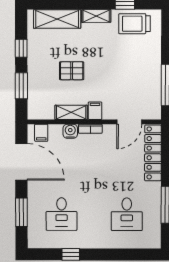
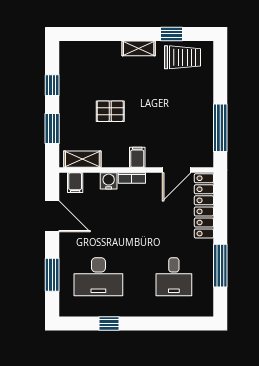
shelving: (57, 19) -> (94, 52), removed
trolley: (134, 24) -> (182, 57), turned 180
shelving: (71, 112) -> (82, 159), moved
door: (21, 162) -> (52, 216), width x0.73
desk: (62, 214) -> (98, 277), width x1.37

